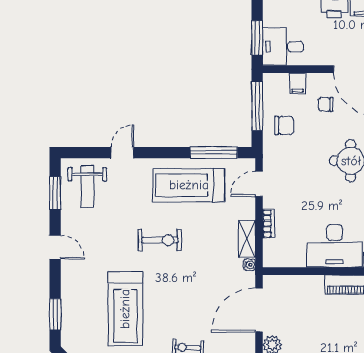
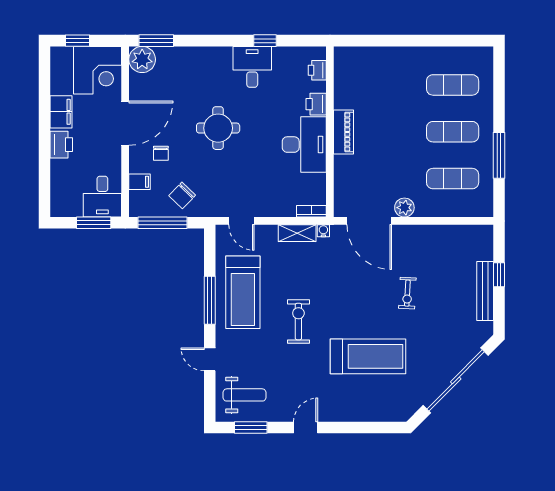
chair: (284, 125) -> (182, 195), turned -136
window: (214, 153) -> (210, 300), moved
bookcase: (269, 224) -> (311, 211), moved
window: (55, 314) -> (374, 428), removed

